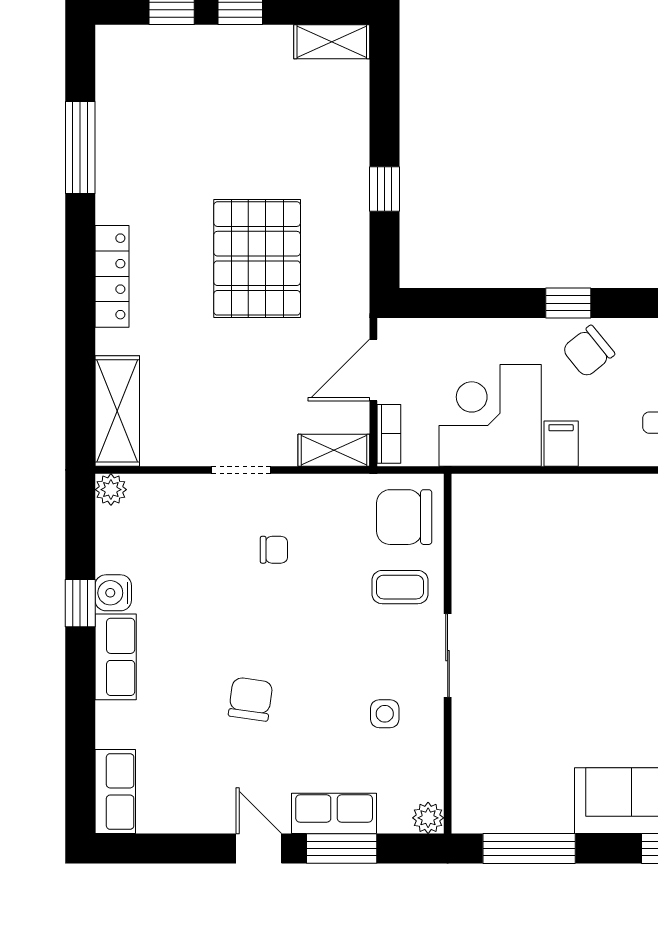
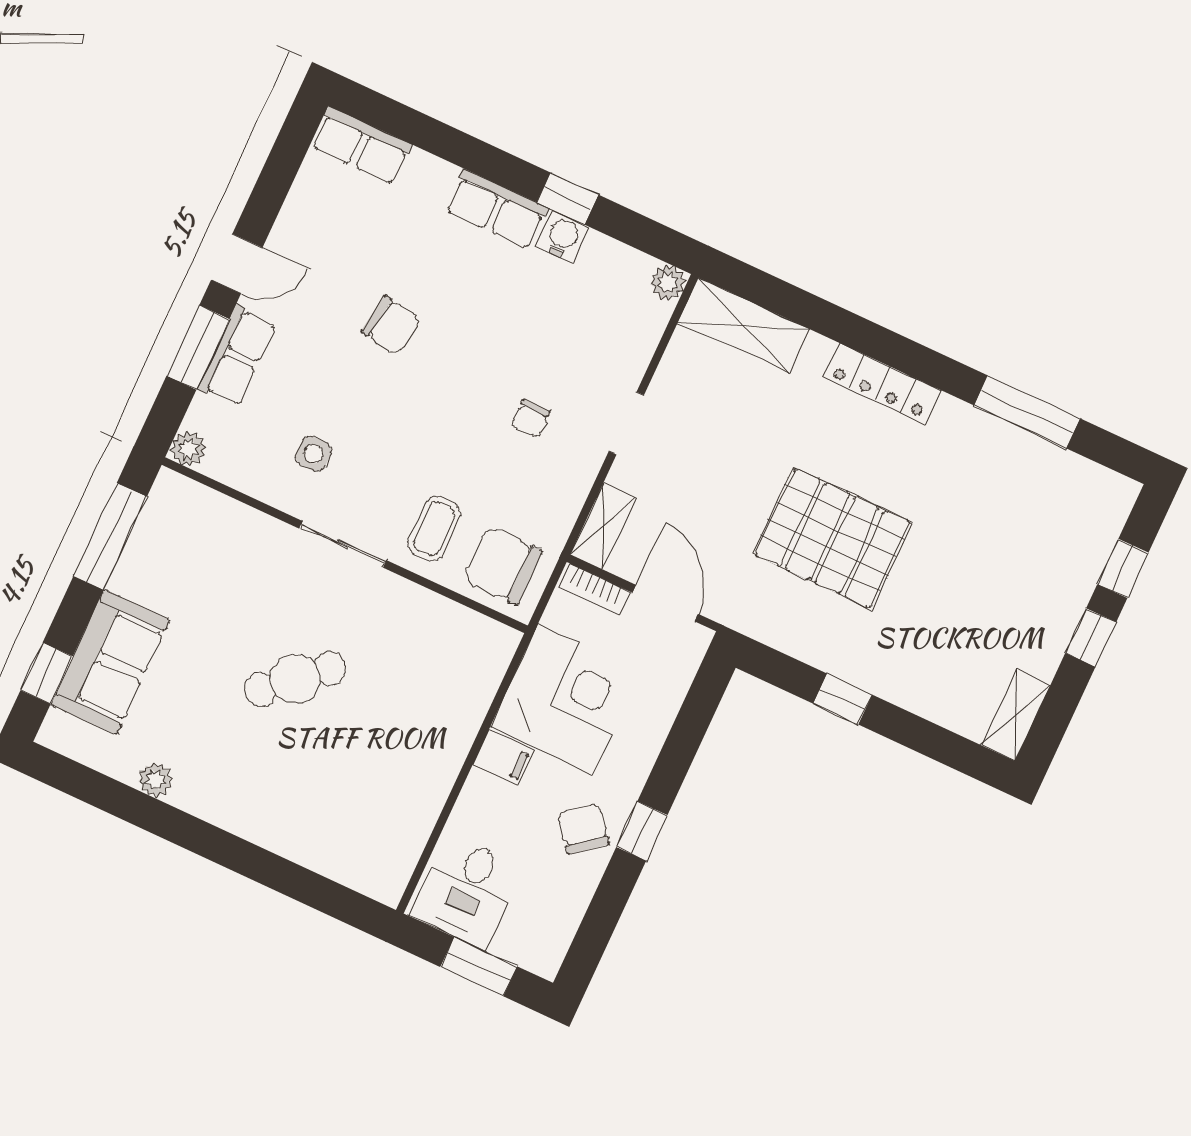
chair: (404, 517) -> (503, 565), turned -90
cafe table: (576, 644) -> (295, 679), added

